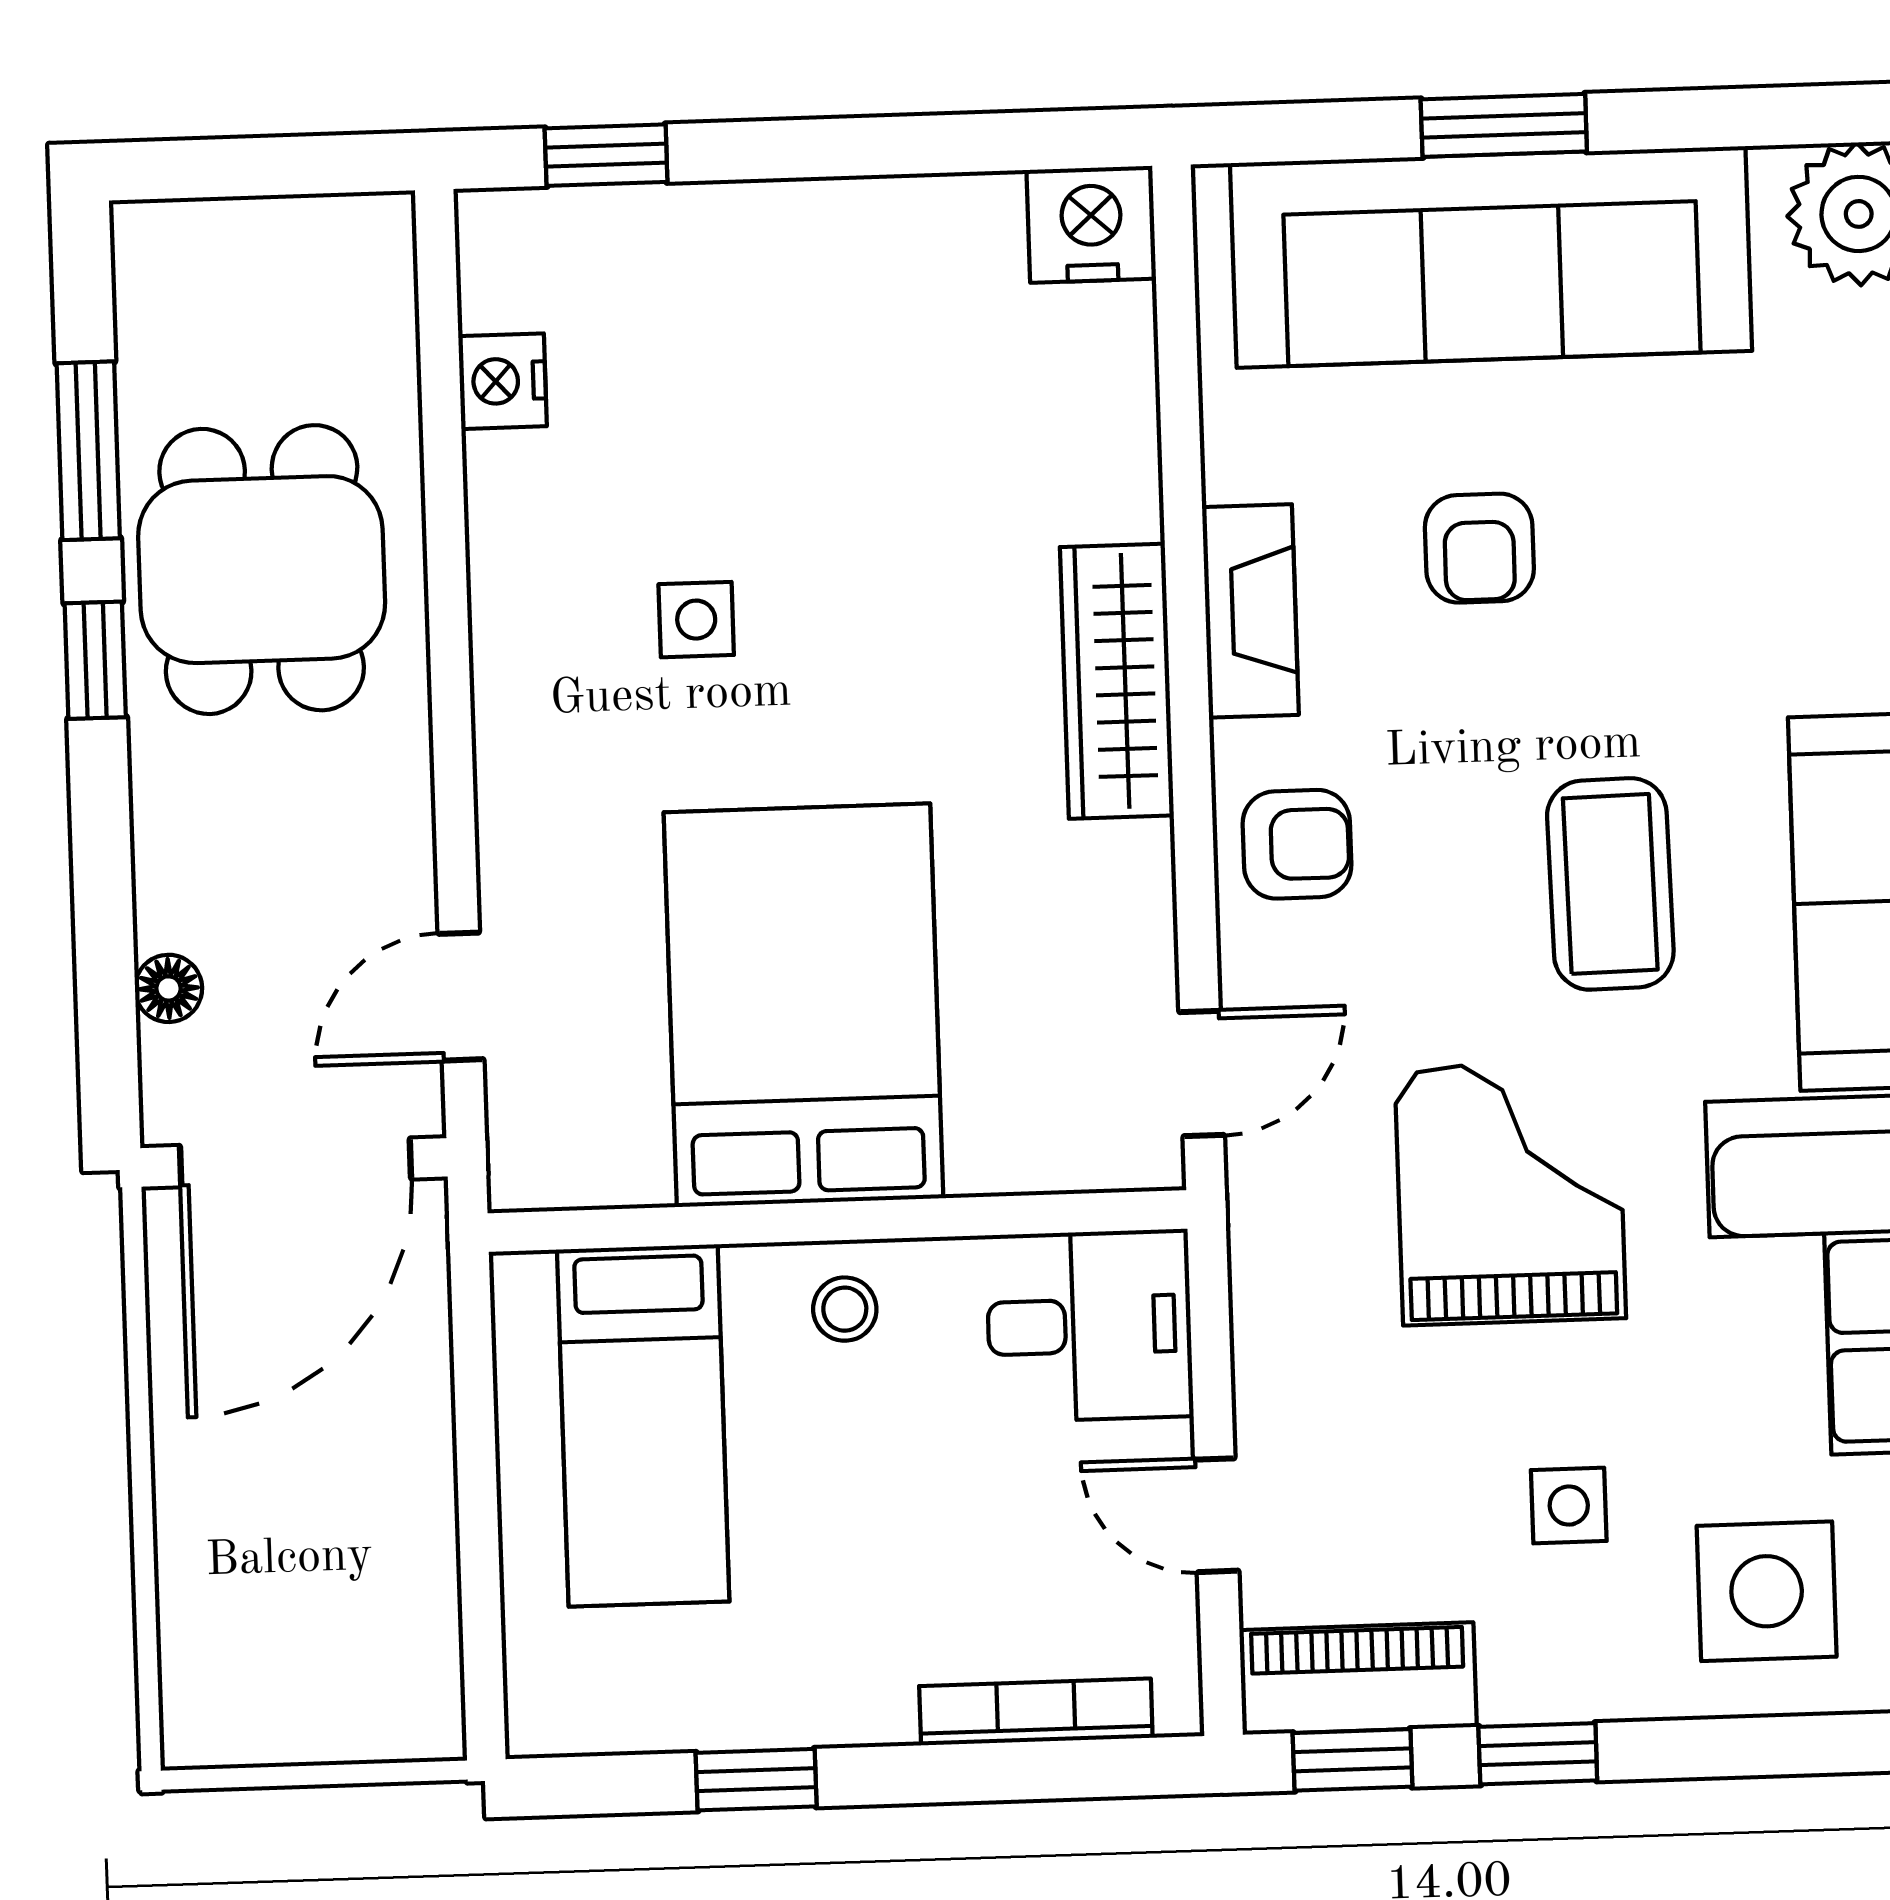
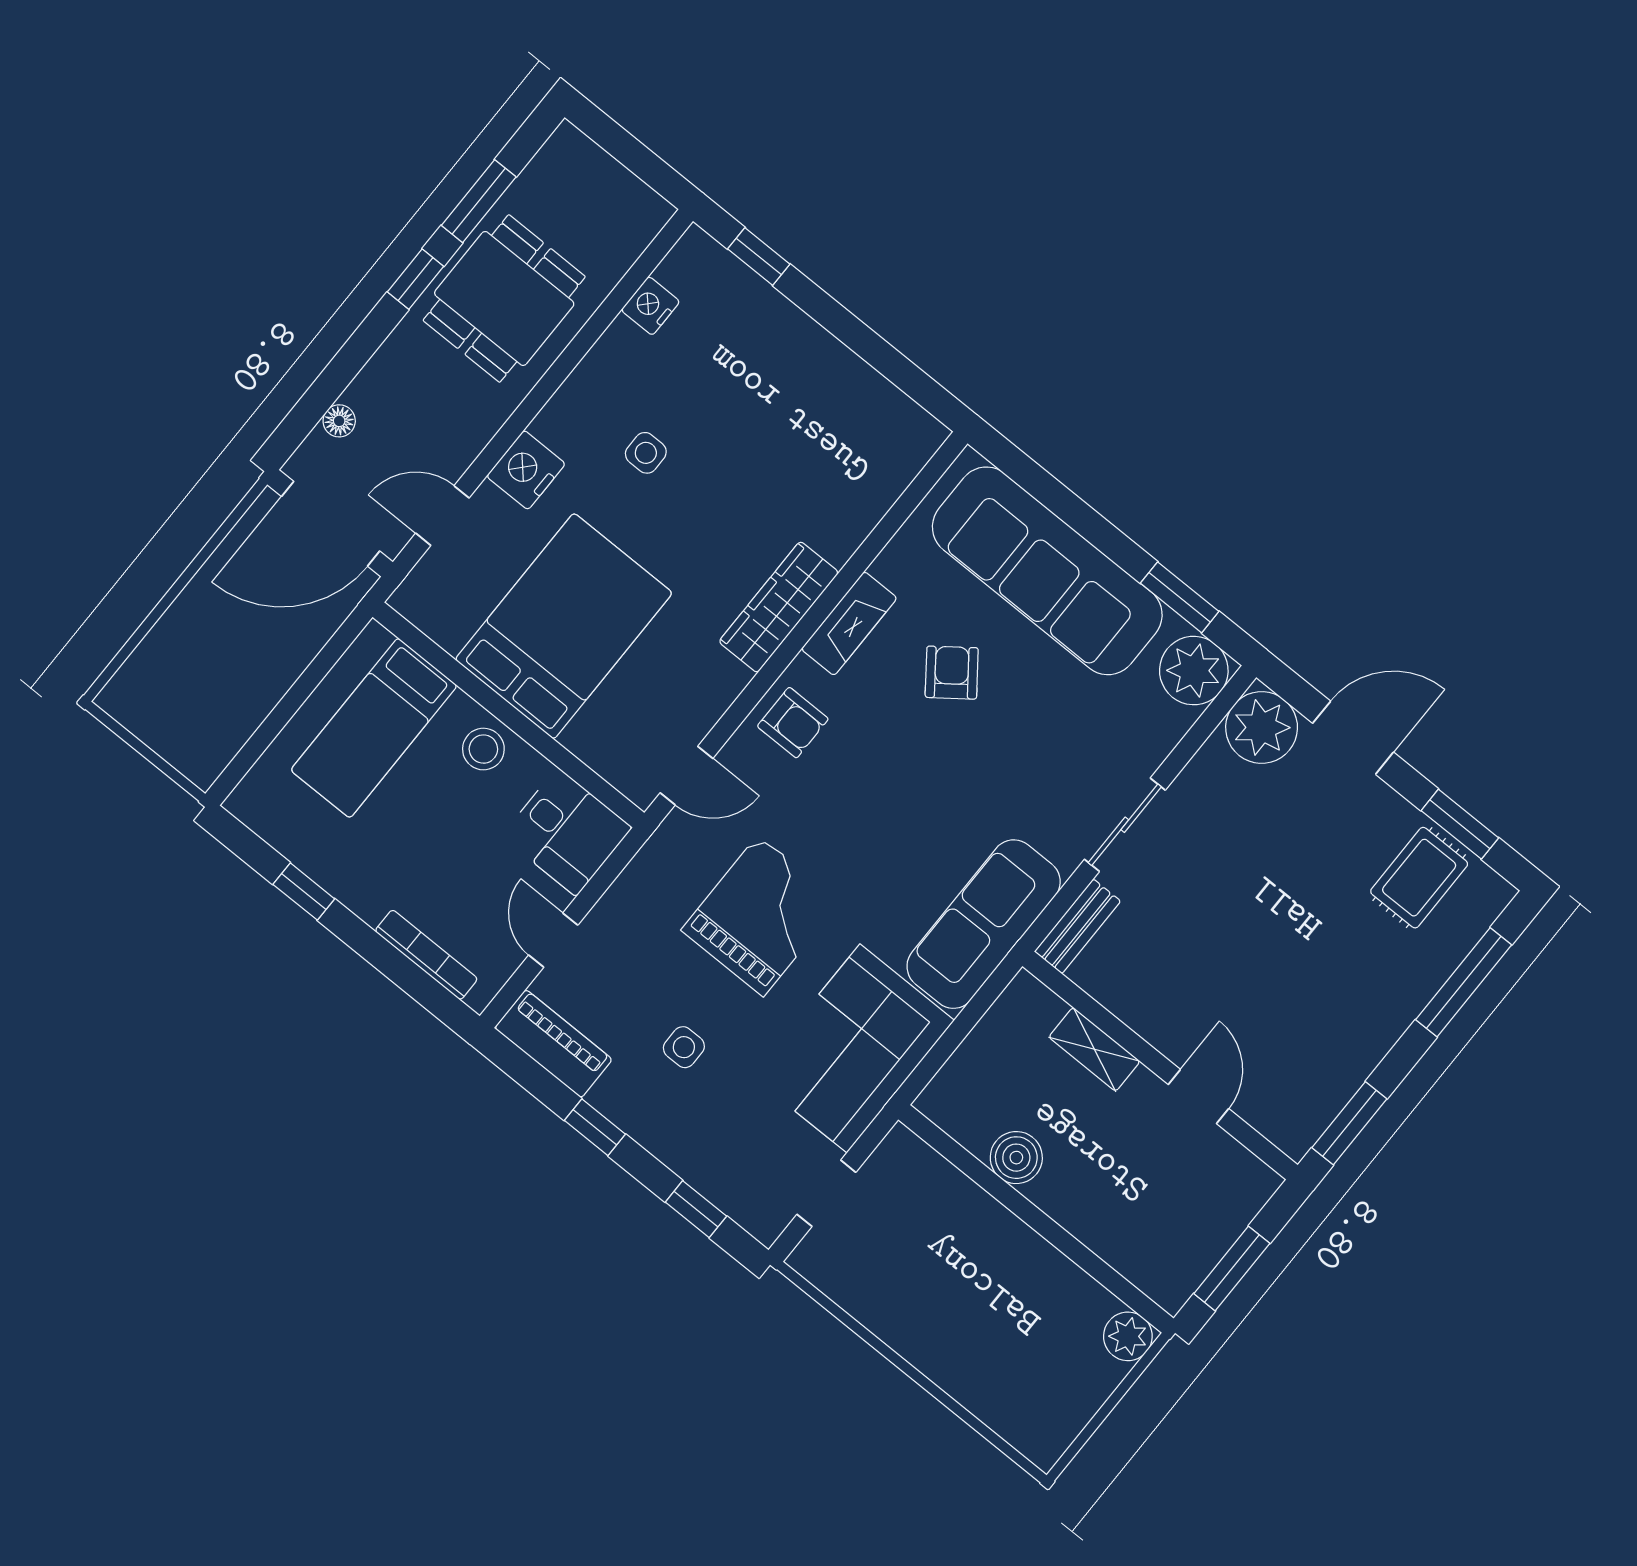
window: (1504, 125) -> (1180, 597), moved
nightstand: (1091, 224) -> (526, 470), moved, turned -90
armchair: (1479, 548) -> (952, 673), turned 143
coffee table: (1610, 884) -> (894, 835), removed
stool: (845, 1309) -> (483, 749), width x1.37, depth x1.37
side table: (1767, 1591) -> (729, 1140), removed
window: (1352, 1760) -> (696, 1209), moved

